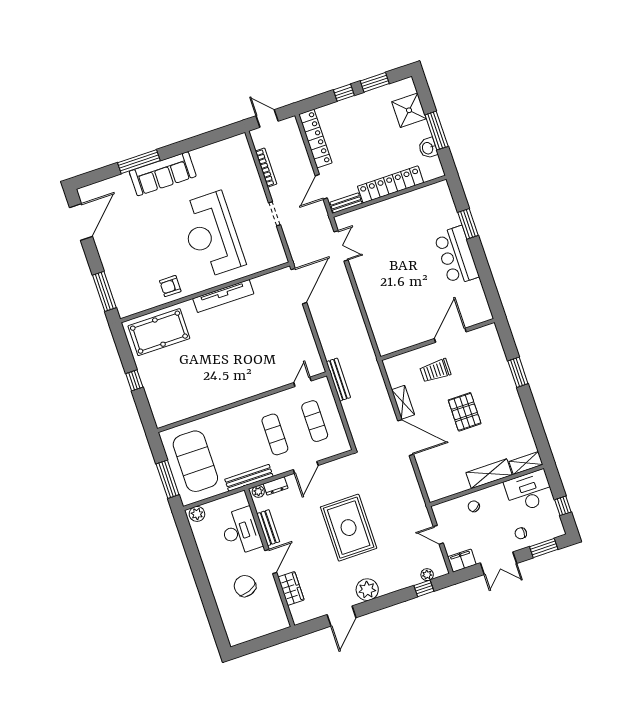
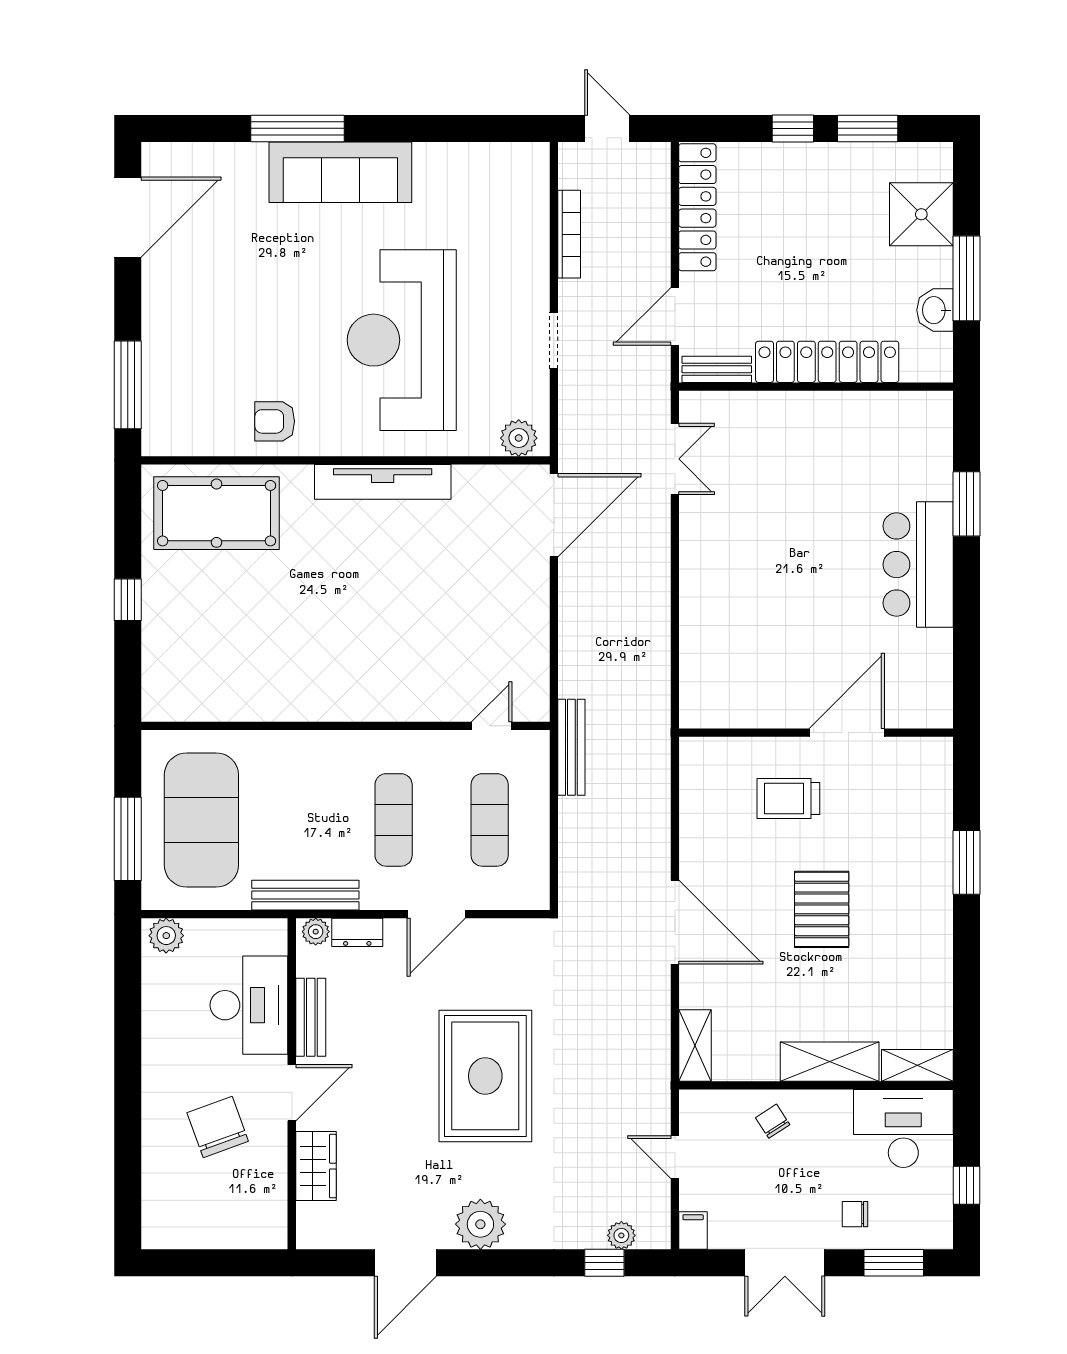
plant: (274, 259) -> (519, 438), added
shelving: (403, 402) -> (695, 1046), moved
filing cabinet: (462, 561) -> (693, 1230), width x0.50

